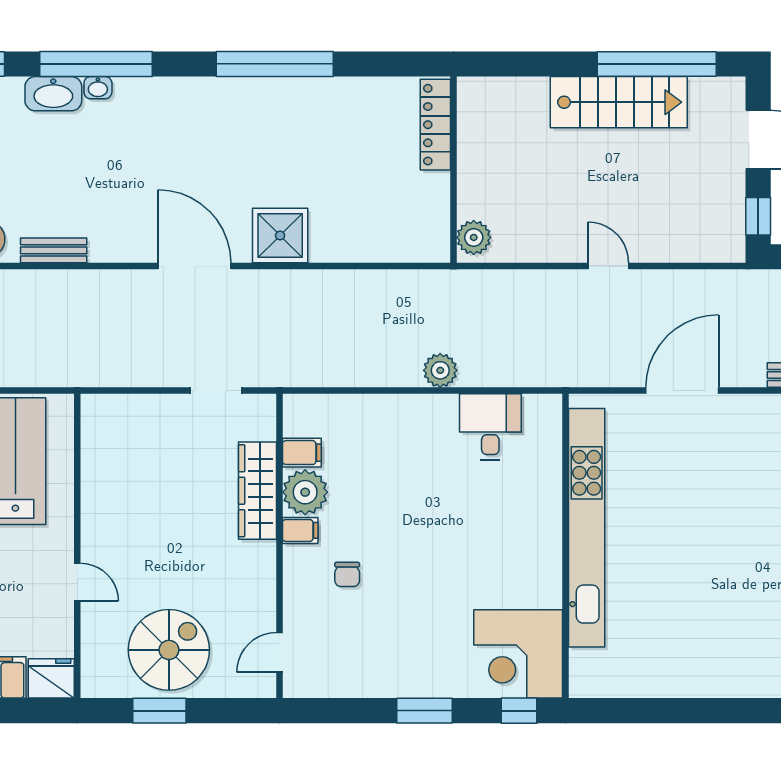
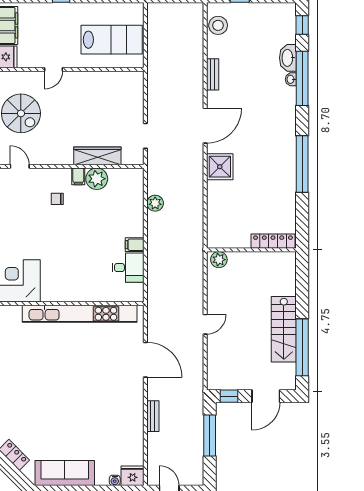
bench: (54, 250) -> (213, 74), moved
plant: (440, 370) -> (155, 203), moved
filing cabinet: (302, 453) -> (135, 245), moved, turned 90

